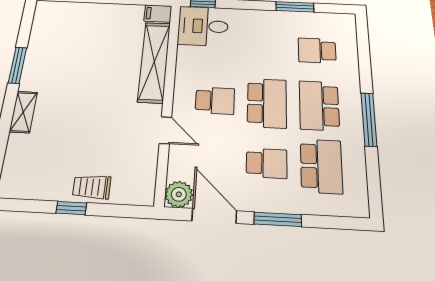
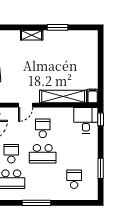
school desk: (215, 101) -> (43, 128), turned 180
school desk: (319, 106) -> (43, 179), removed
school desk: (267, 163) -> (11, 154), turned 180

